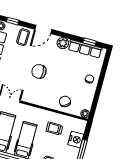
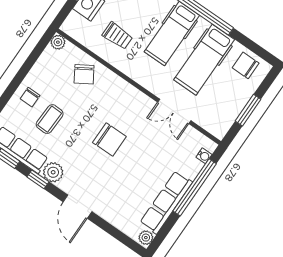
window: (13, 21) -> (38, 179), moved
door: (43, 29) -> (78, 207), swing flipped
coffee table: (23, 37) -> (50, 119), moved

